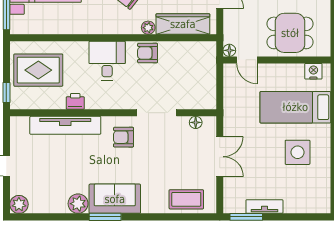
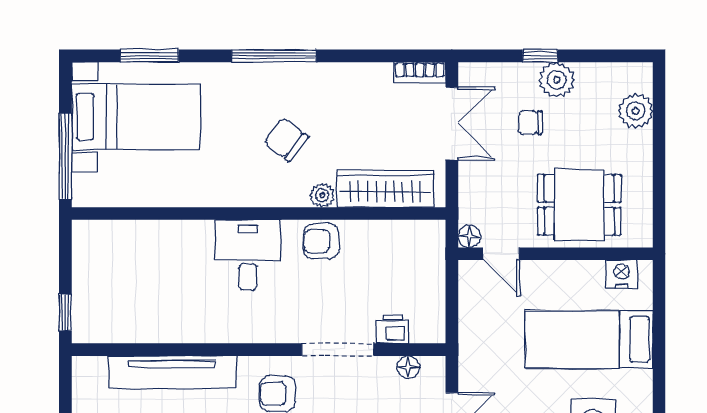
rug: (38, 70) -> (123, 272), removed
printer: (75, 101) -> (393, 329), moved

